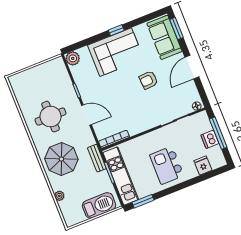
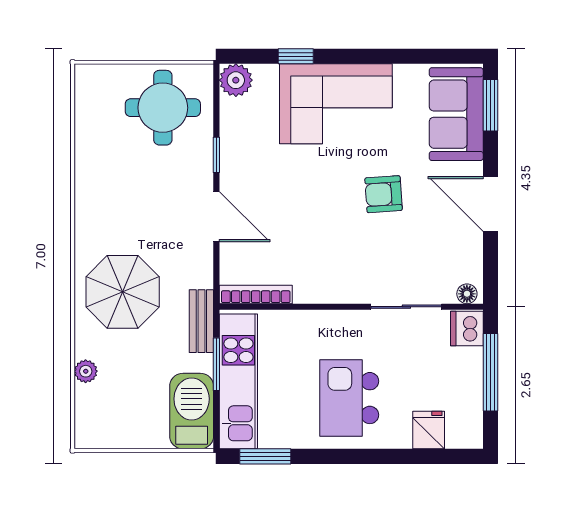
window: (116, 30) -> (296, 56), moved
door: (192, 67) -> (491, 204), hinge flipped
round table: (51, 117) -> (163, 108), moved
dishwasher: (210, 139) -> (467, 328), moved
barbecue: (99, 205) -> (192, 411), moved, turned -90

